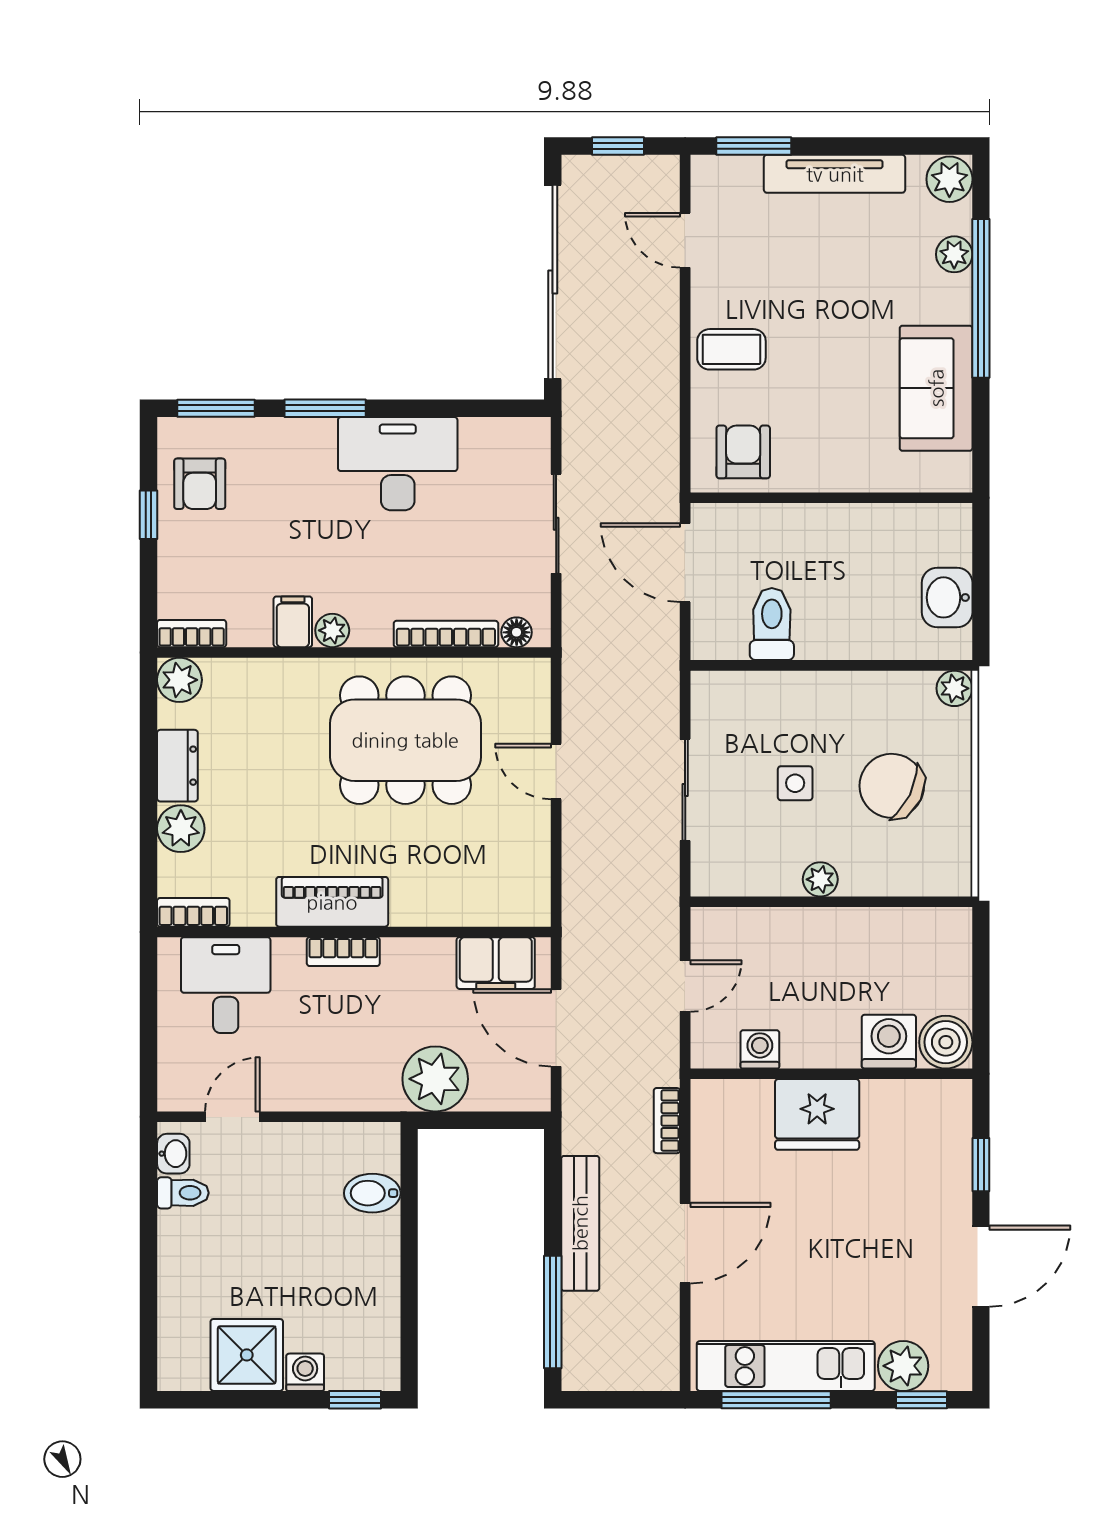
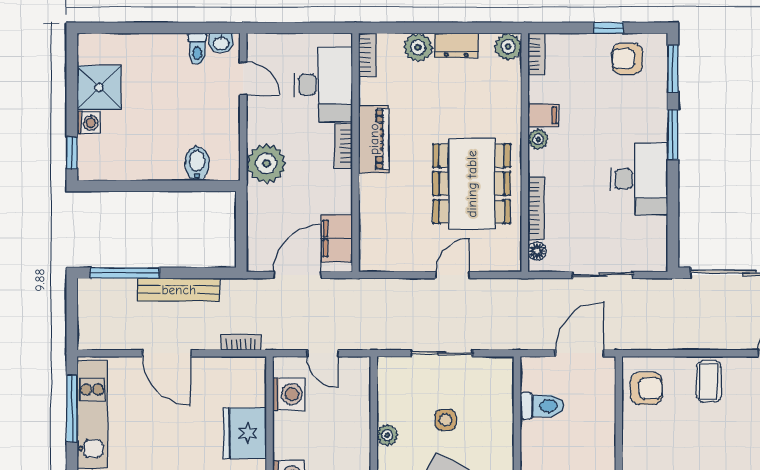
desk: (226, 985) -> (323, 85), width x1.37
washing machine: (760, 1049) -> (289, 394), width x1.38, depth x1.38
plant: (435, 1079) -> (266, 164), moved

